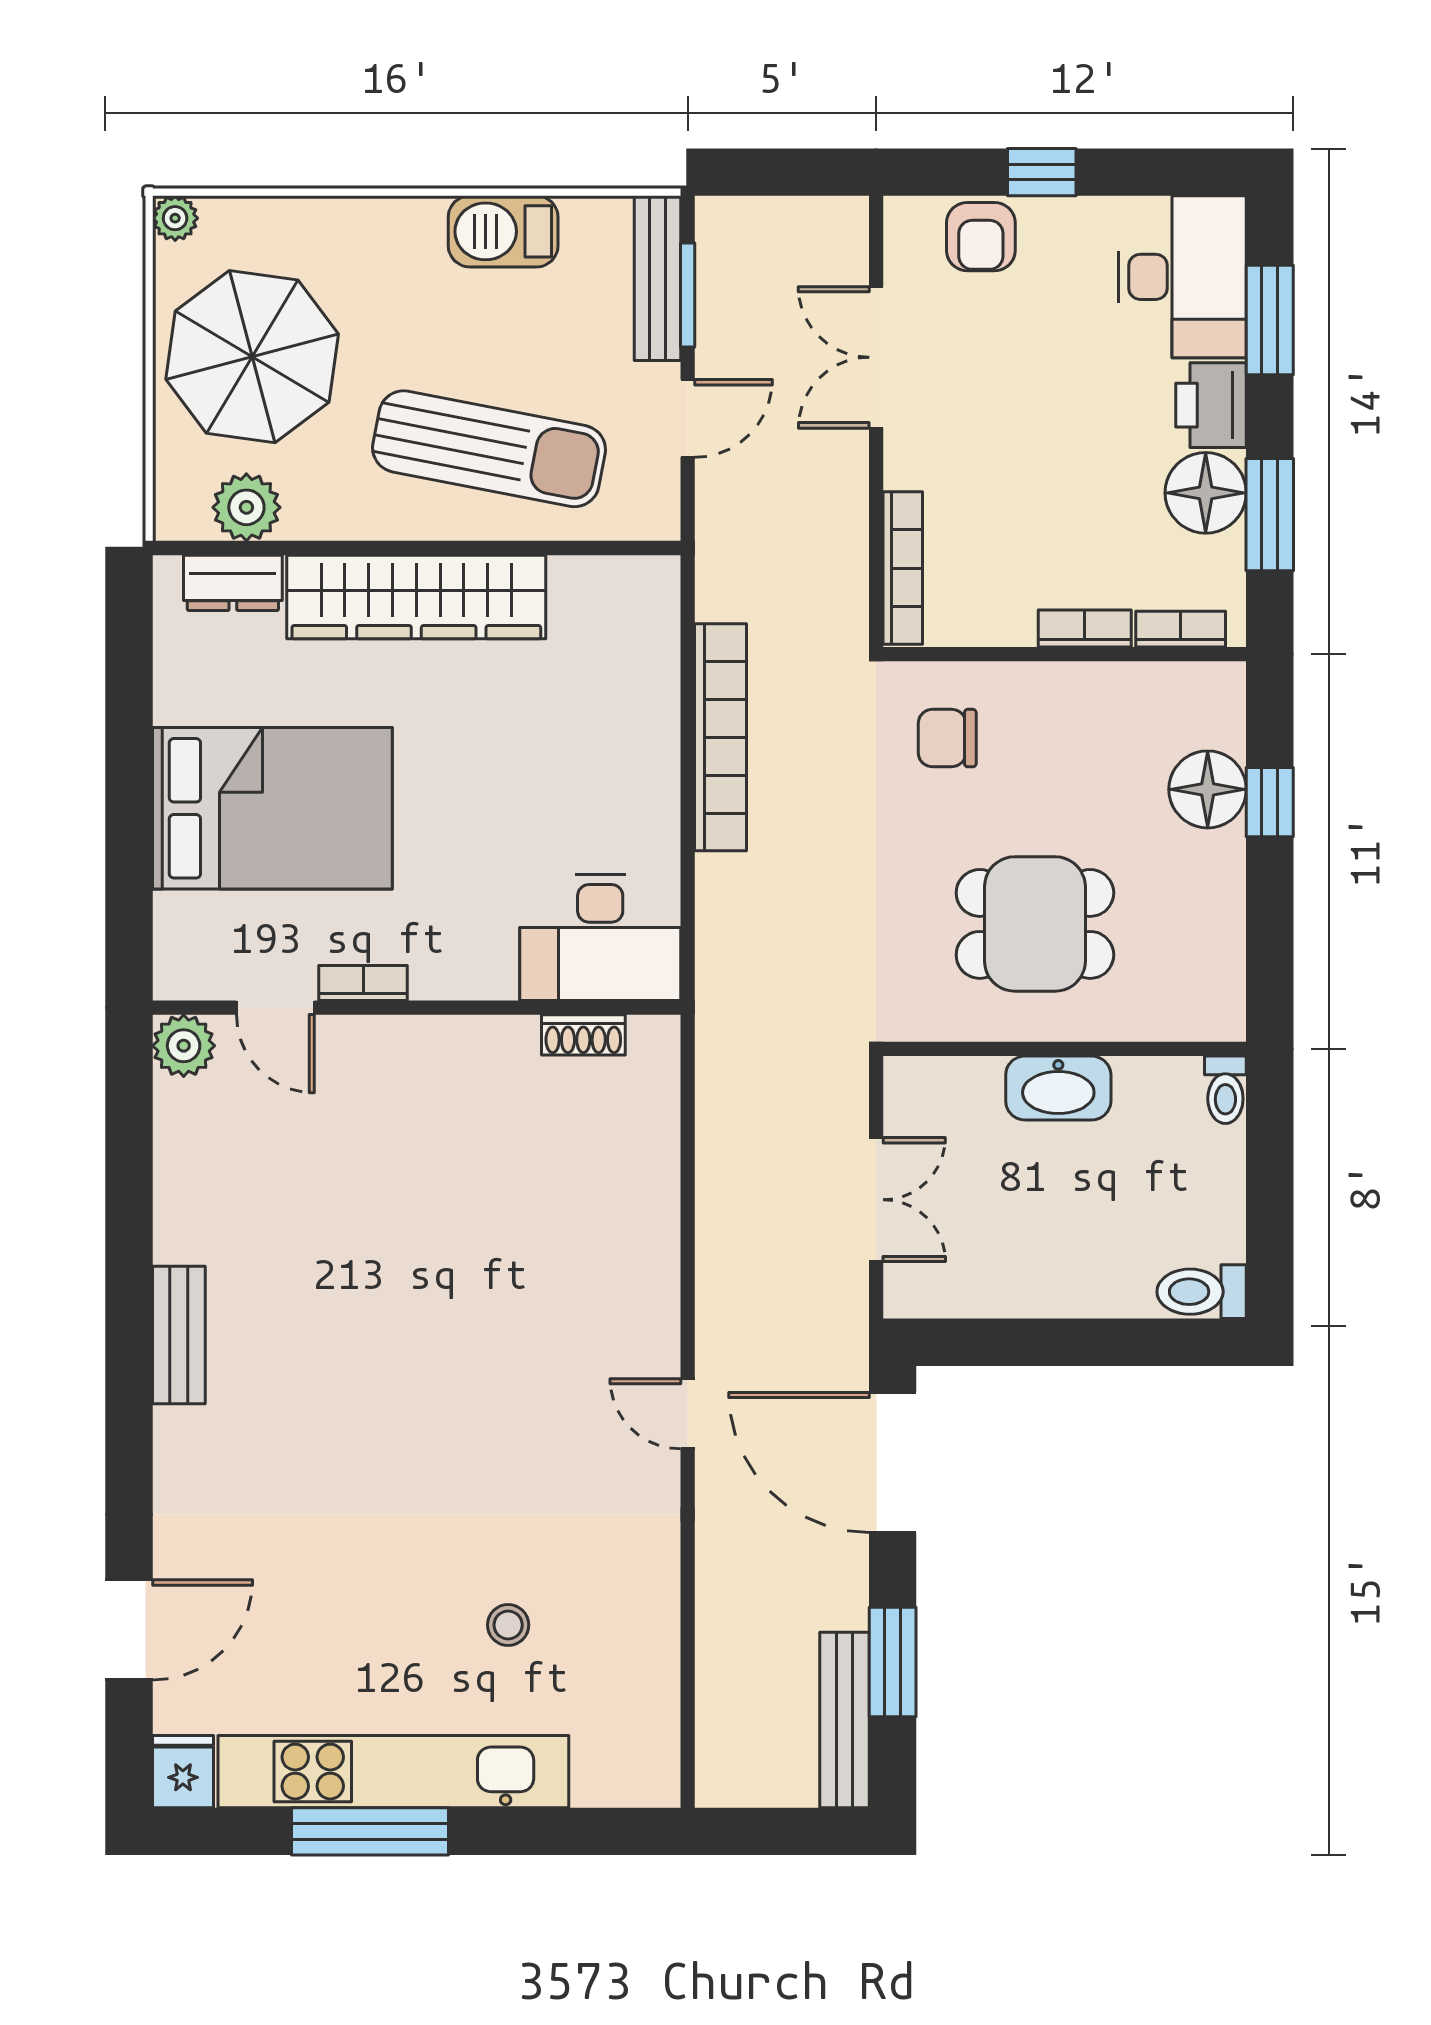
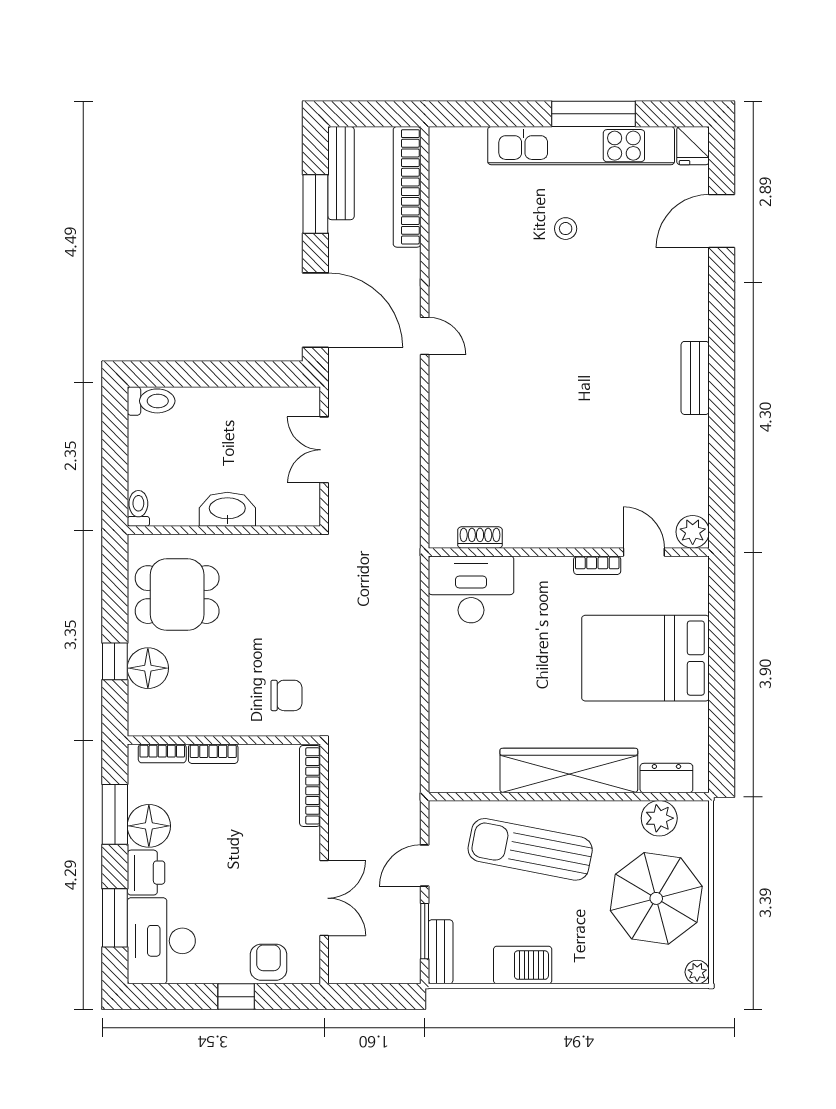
bench: (657, 278) -> (441, 952), width x0.73
bookcase: (720, 737) -> (407, 187), moved
dining table: (1035, 924) -> (177, 595), moved
stool: (508, 1625) -> (566, 229), moved

